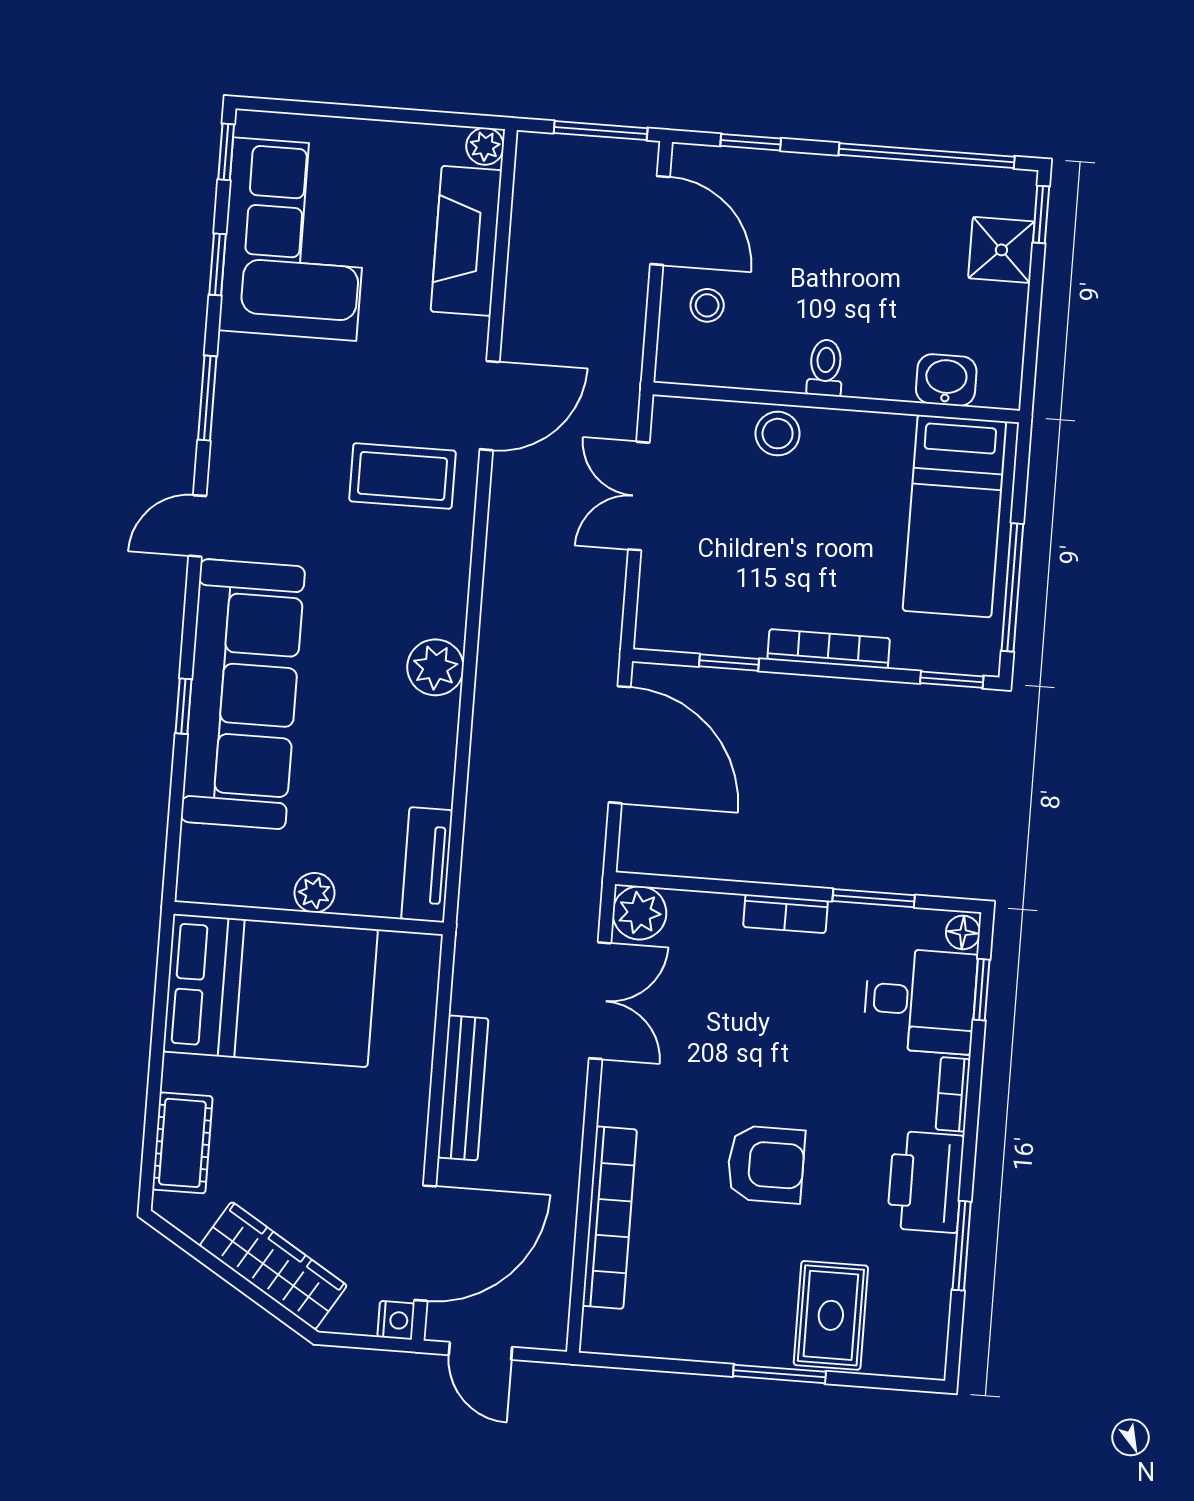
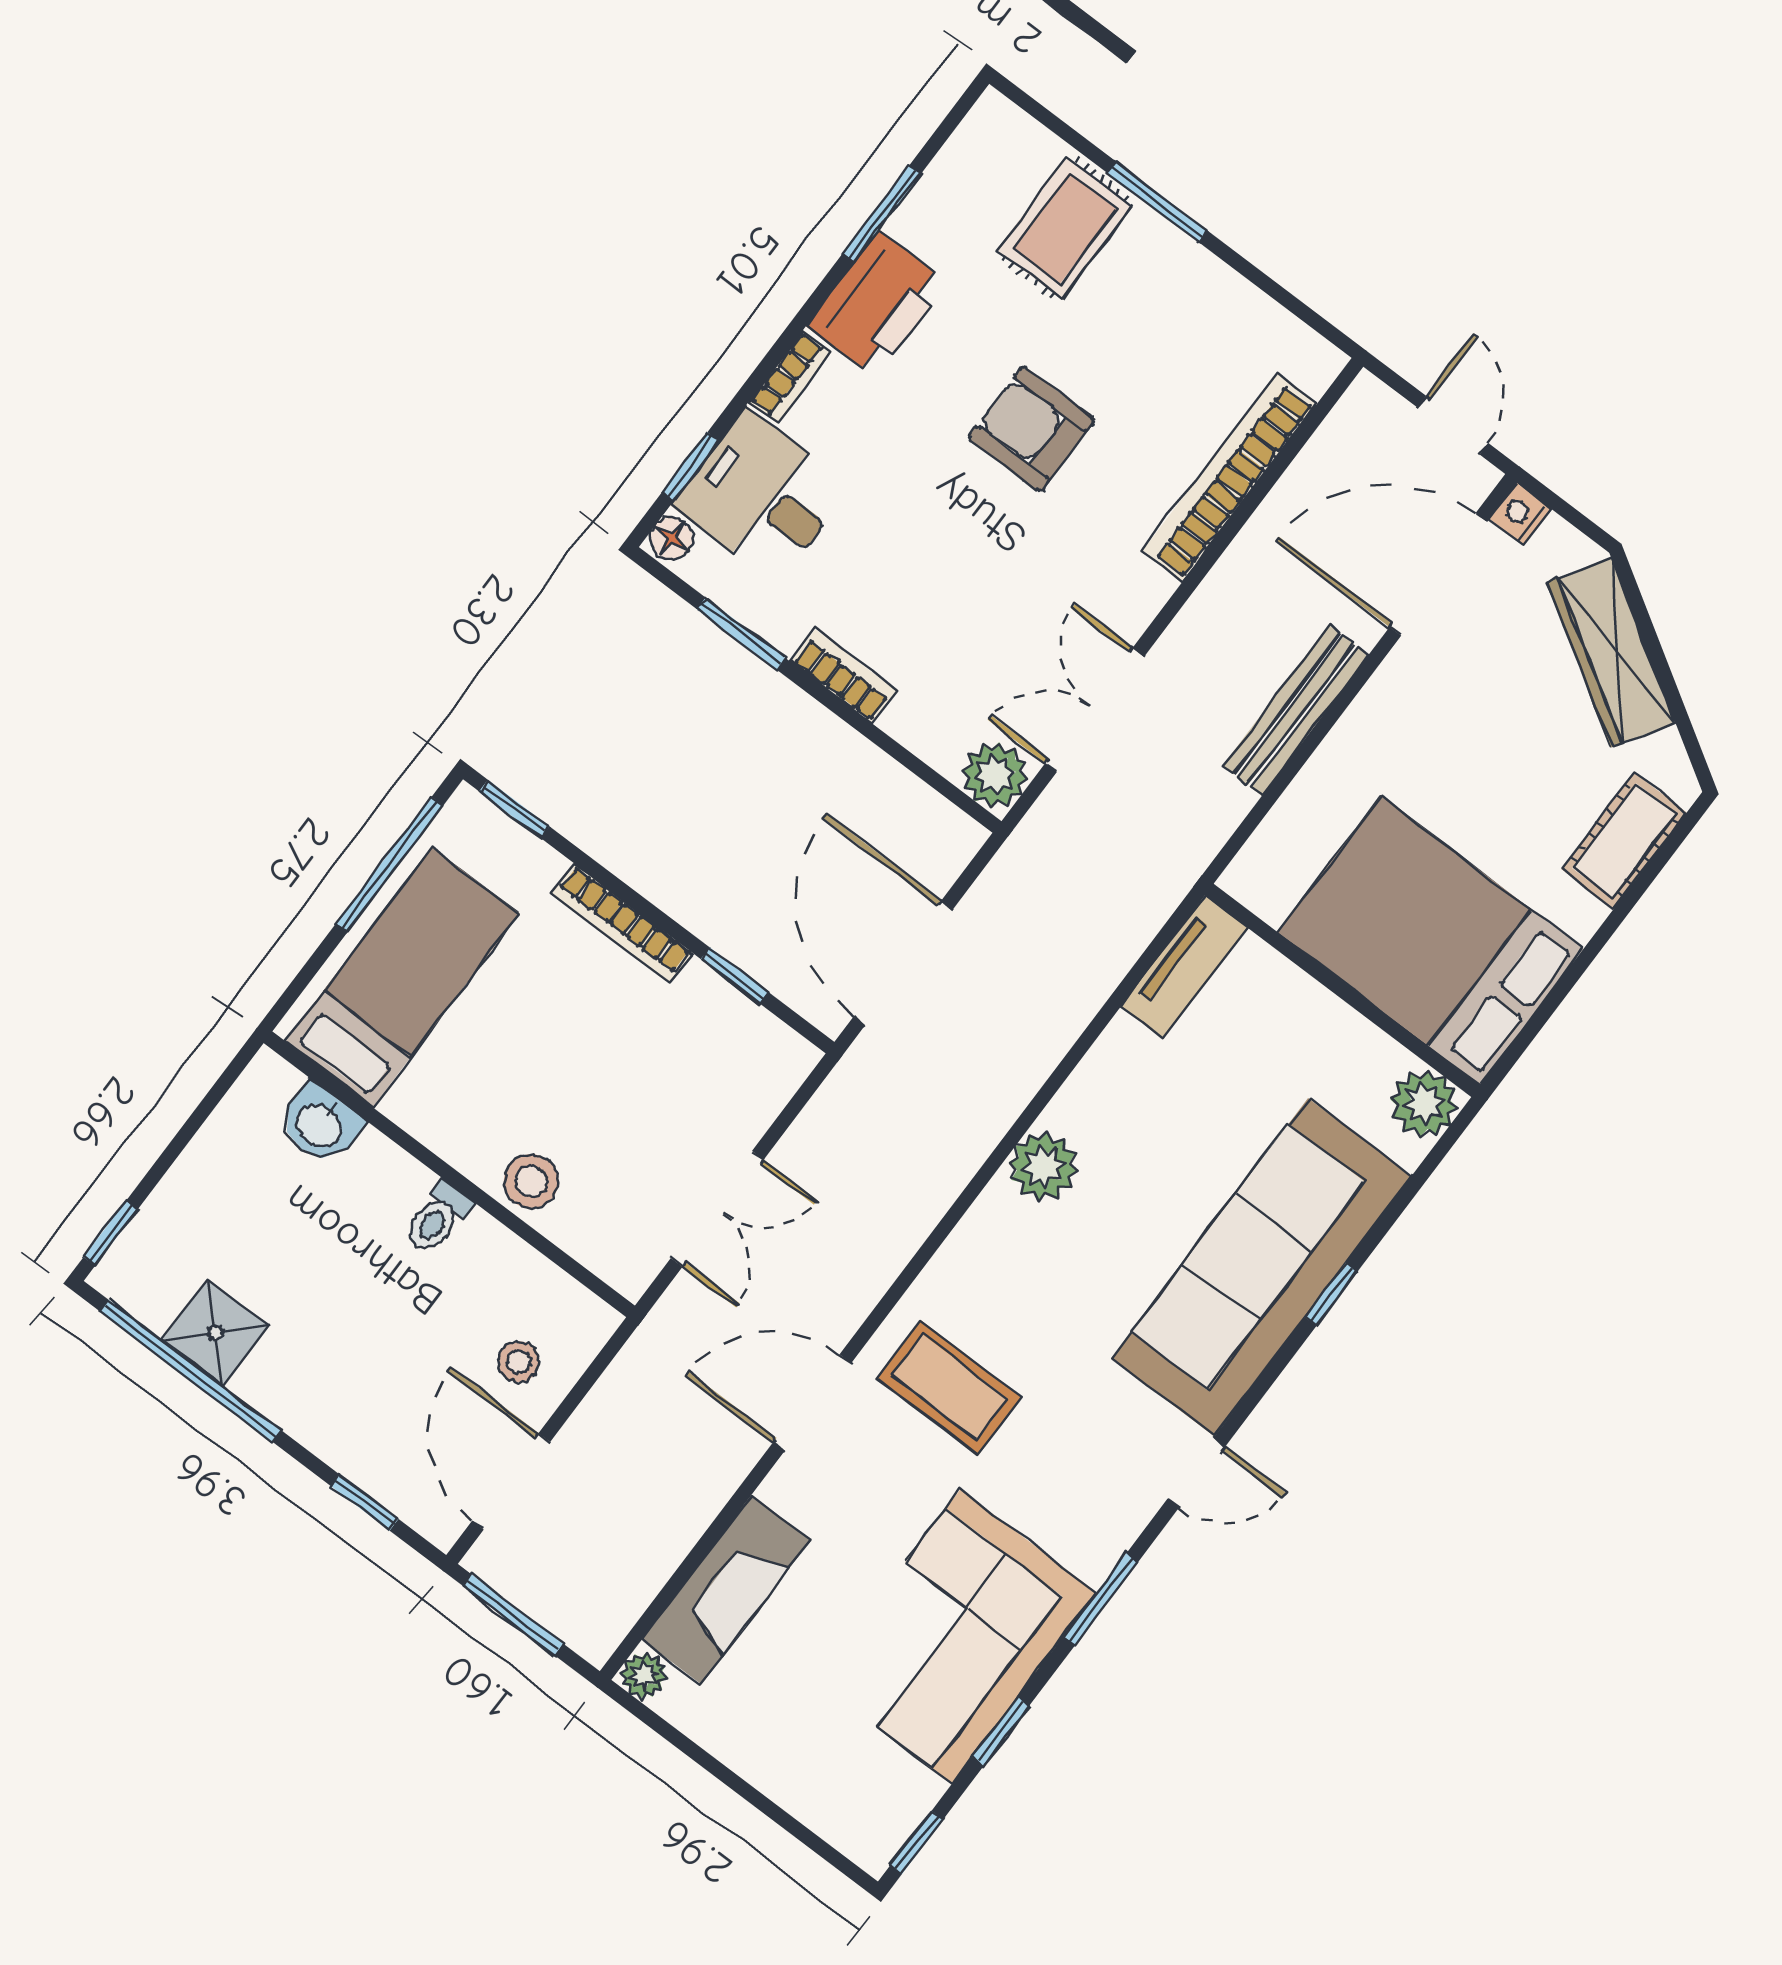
corner sofa: (295, 239) -> (956, 1637), moved
shower: (1001, 250) -> (216, 1333), moved
plant: (314, 893) -> (1424, 1103), moved, width x1.38, depth x1.38

